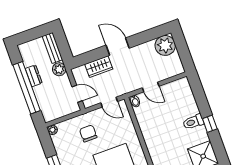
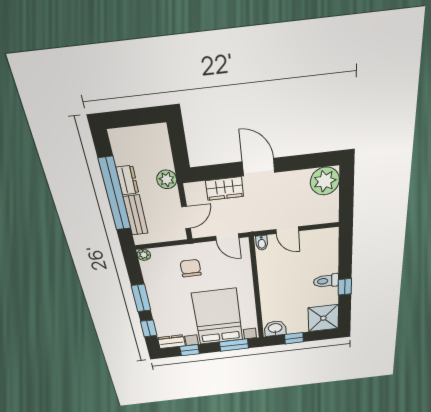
bench: (52, 48) -> (136, 215), moved
door: (77, 94) -> (186, 218), hinge flipped

